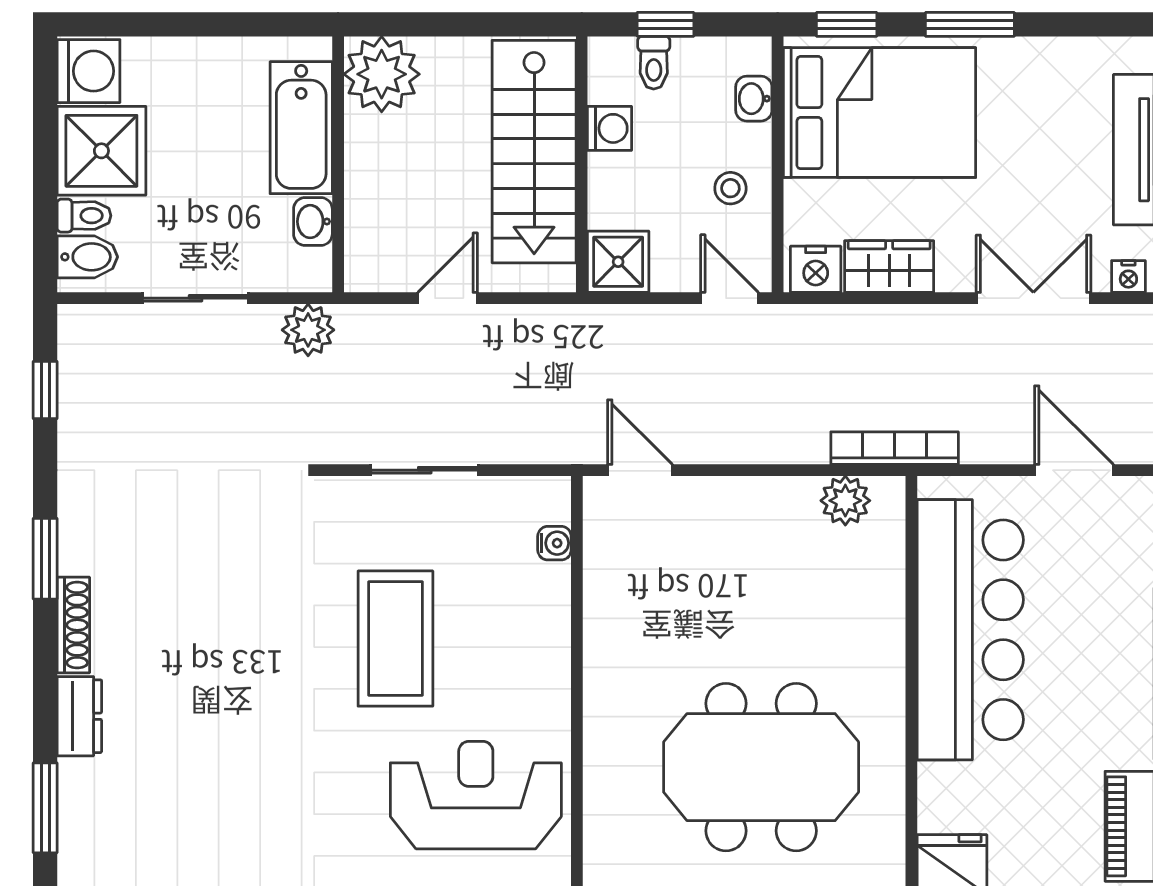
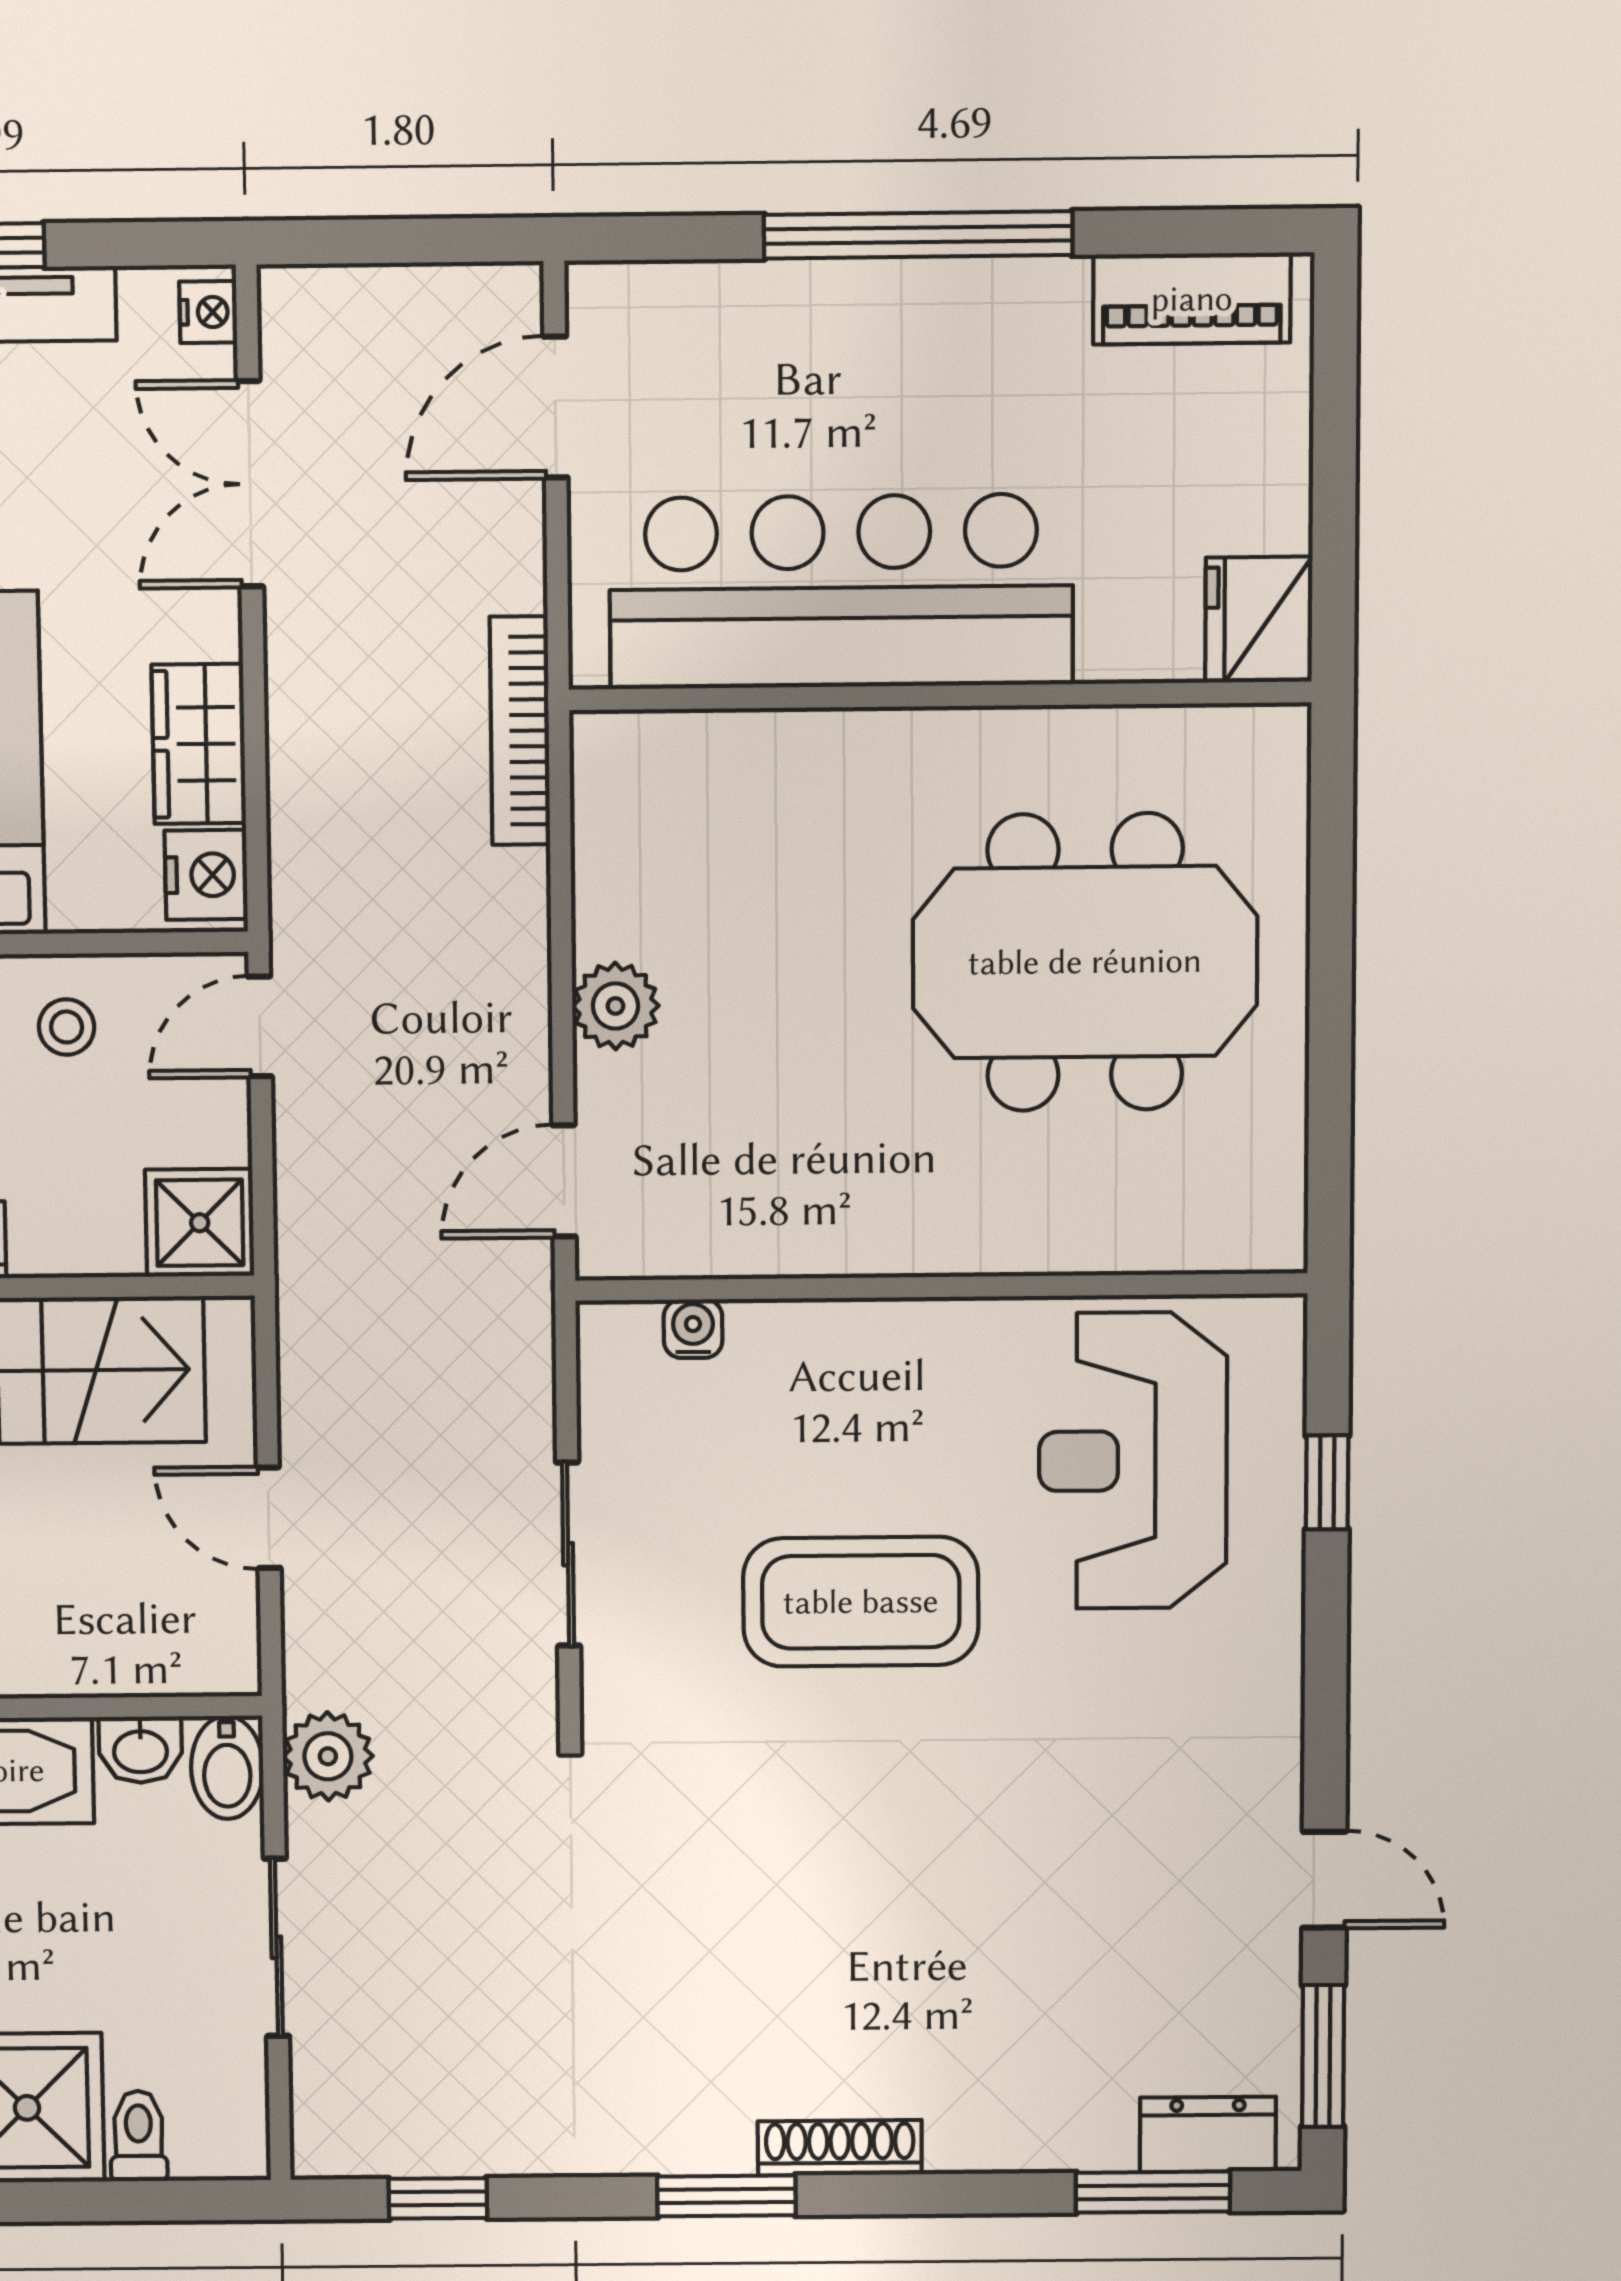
bidet: (87, 257) -> (227, 1767), moved, turned 180
plant: (845, 501) -> (615, 1006), moved
dresser: (79, 716) -> (1208, 2134), moved
meeting table: (761, 767) -> (1085, 962), turned 90

